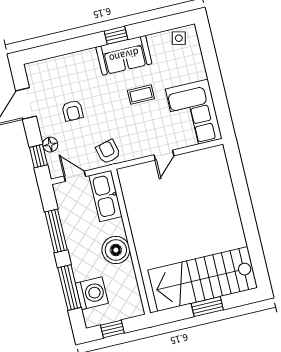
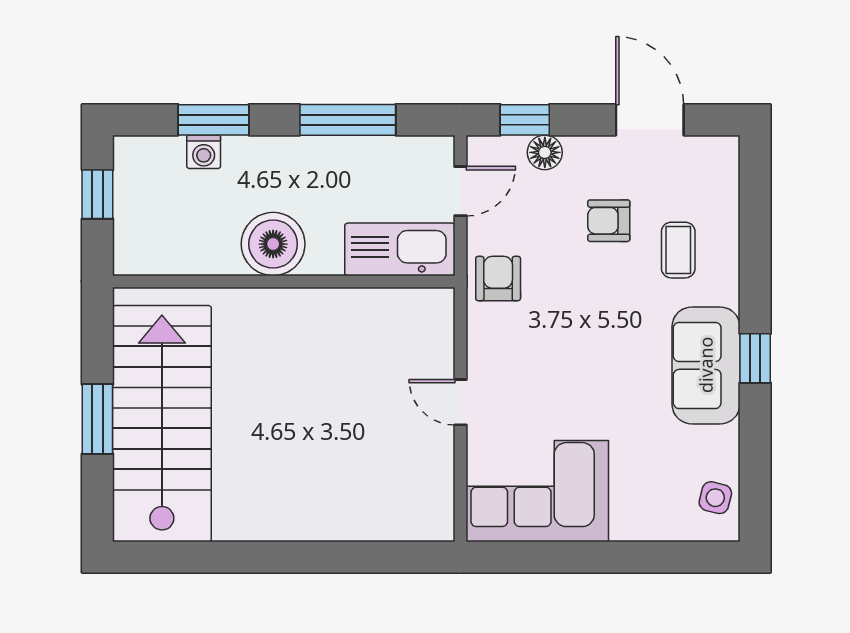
coffee table: (141, 95) -> (678, 250), moved
armchair: (108, 152) -> (498, 279), turned -77
window: (69, 287) -> (213, 120), width x0.69
washing machine: (92, 293) -> (204, 152), width x0.53, depth x0.53

